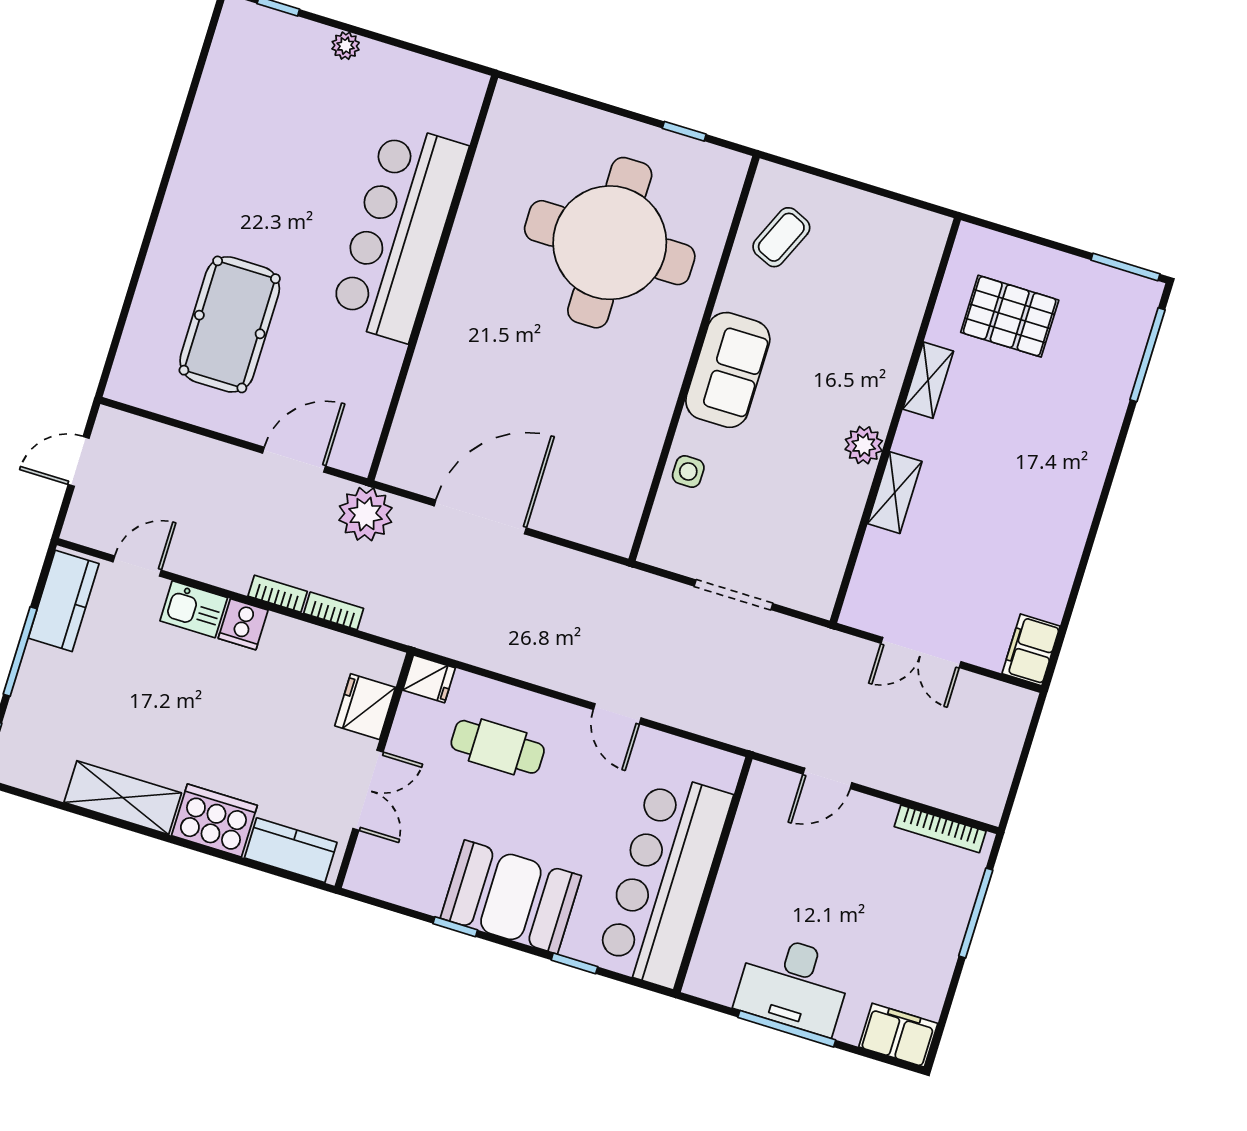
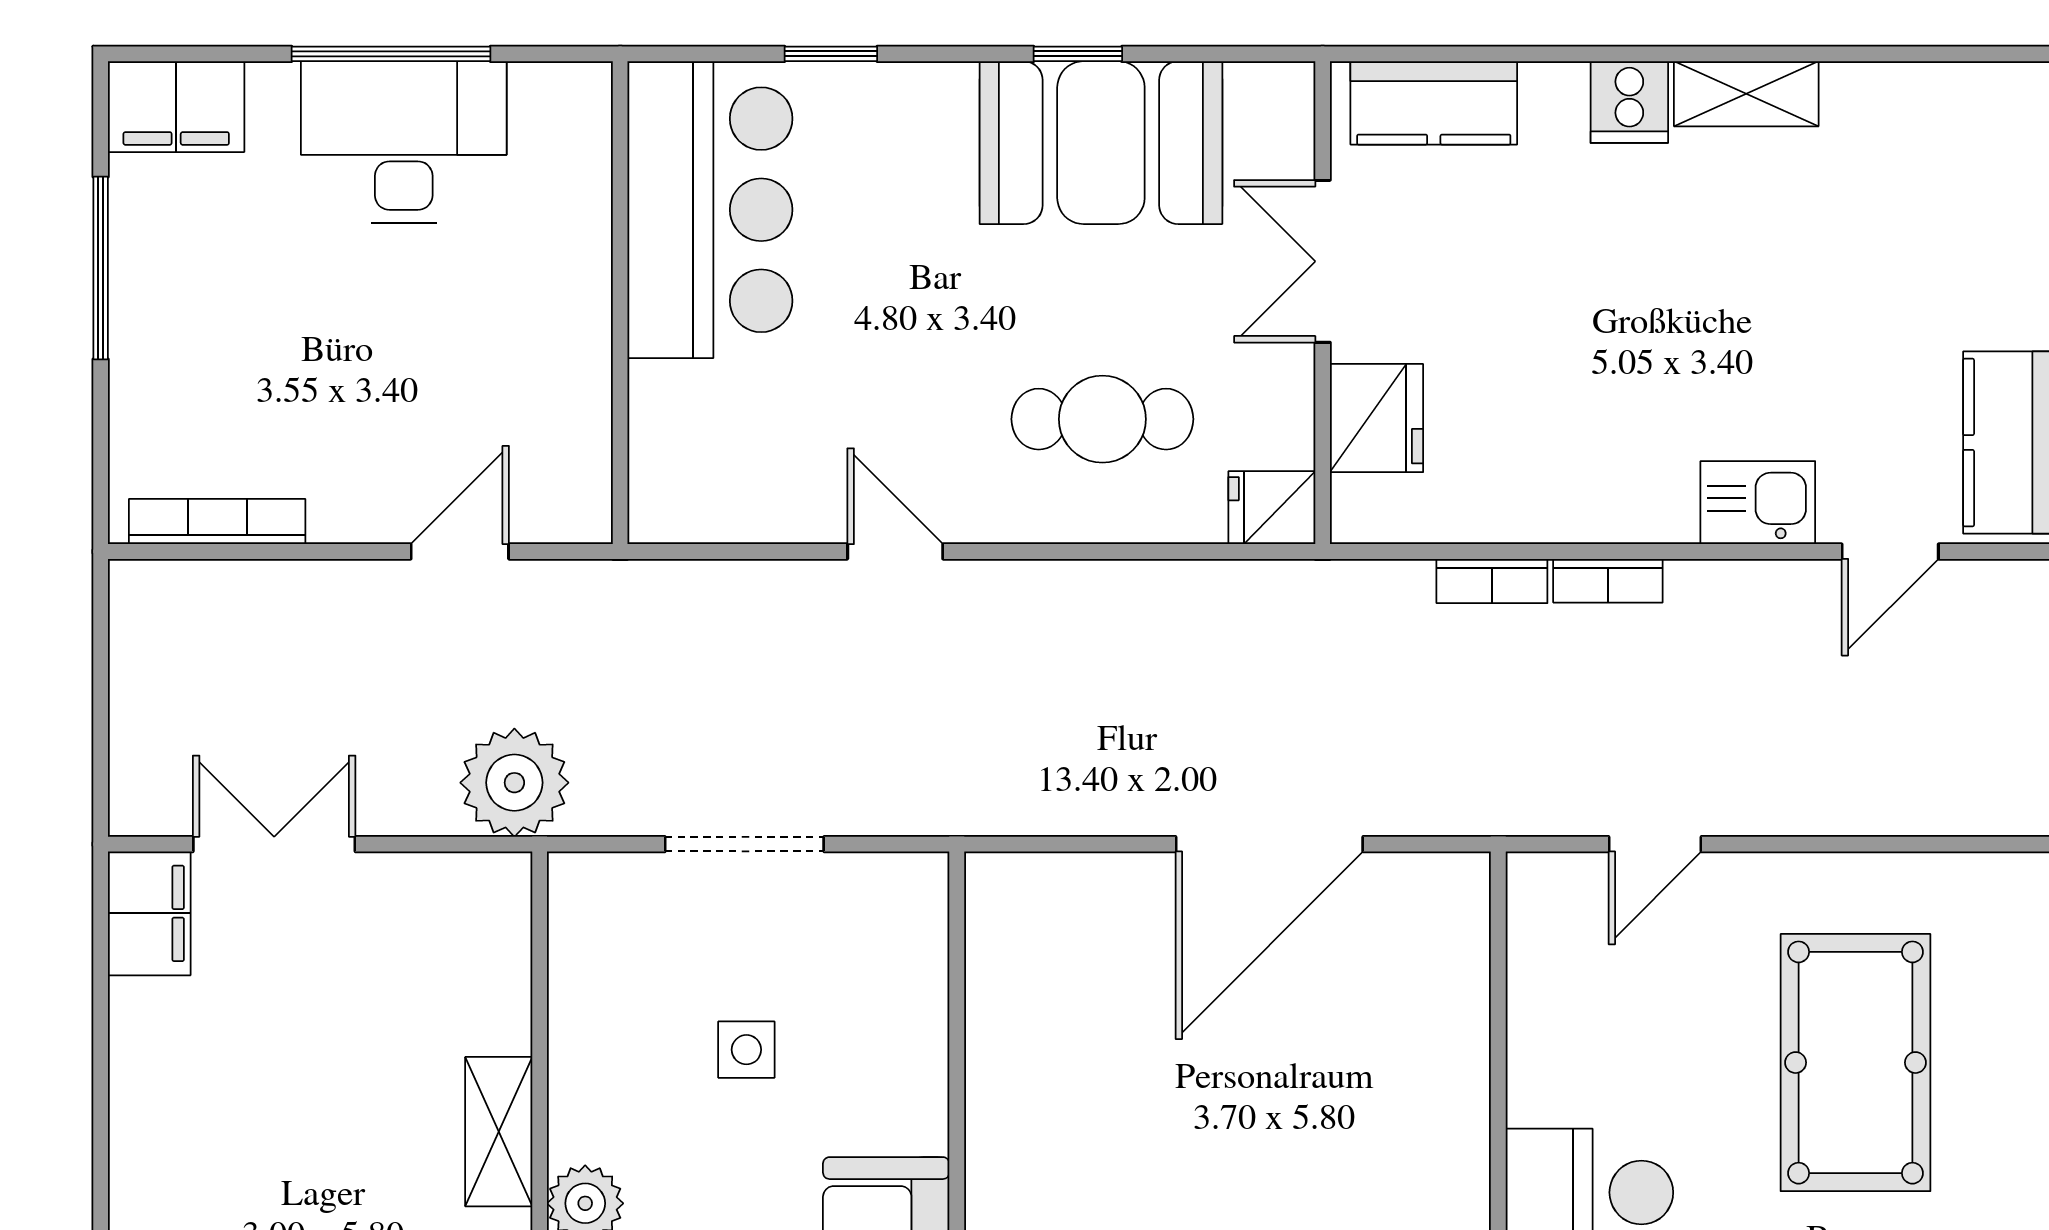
door: (294, 460) -> (1655, 844), width x0.73
side table: (688, 471) -> (746, 1050), moved
plant: (365, 514) -> (514, 783), moved
cooker: (243, 624) -> (1656, 503), removed
double door: (921, 653) -> (274, 844), moved
shelving: (123, 798) -> (1746, 94), width x0.67, depth x0.75
cooker: (214, 820) -> (1629, 102), width x0.53, depth x0.76
bar counter: (664, 880) -> (710, 210), width x0.73
booth: (511, 897) -> (1101, 143), moved
window: (976, 913) -> (101, 268), moved

